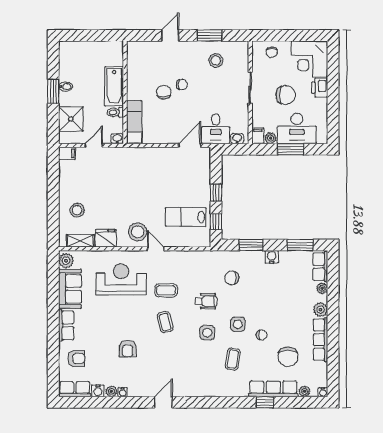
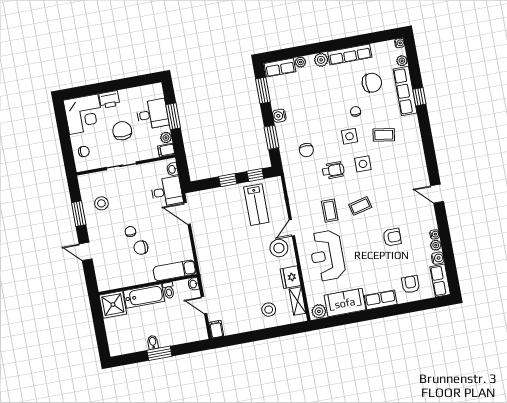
shower: (71, 119) -> (113, 305), moved
desk: (297, 129) -> (152, 114), width x0.73
wheelchair: (206, 301) -> (333, 170), turned 90

